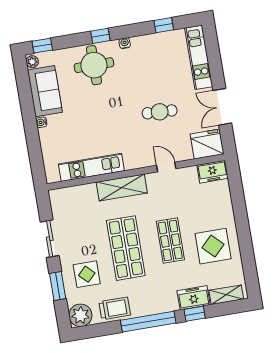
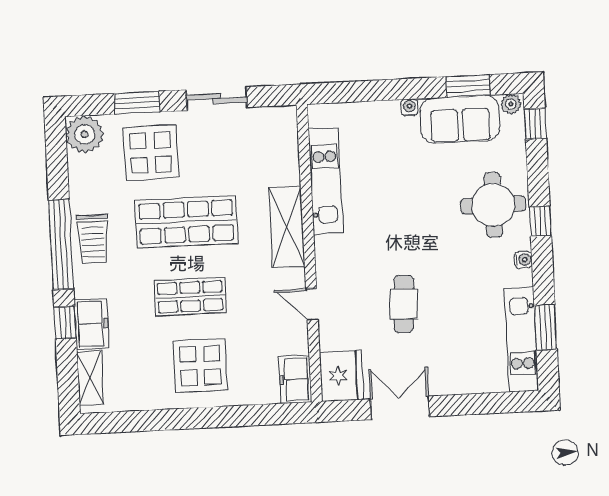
window: (164, 25) -> (546, 327), width x1.50
kitchen unit: (199, 57) -> (521, 339), moved, turned -90
window: (24, 89) -> (468, 86), added
door: (166, 167) -> (312, 304), swing flipped
display table: (213, 246) -> (200, 366), moved
display table: (87, 274) -> (151, 153), width x1.36, depth x1.36
trolley: (115, 308) -> (93, 239), moved

